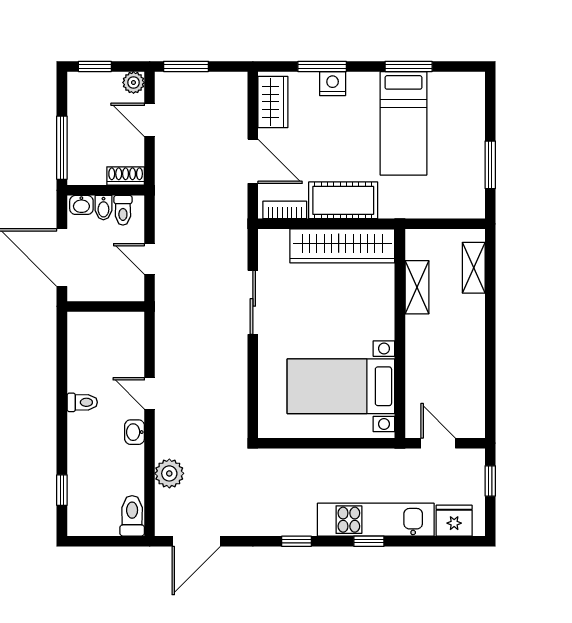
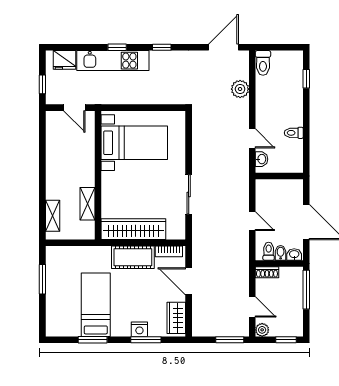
wall: (106, 306) -> (279, 176), moved
washbasin: (135, 432) -> (261, 159), moved

